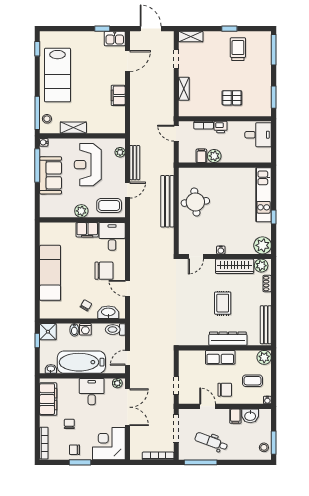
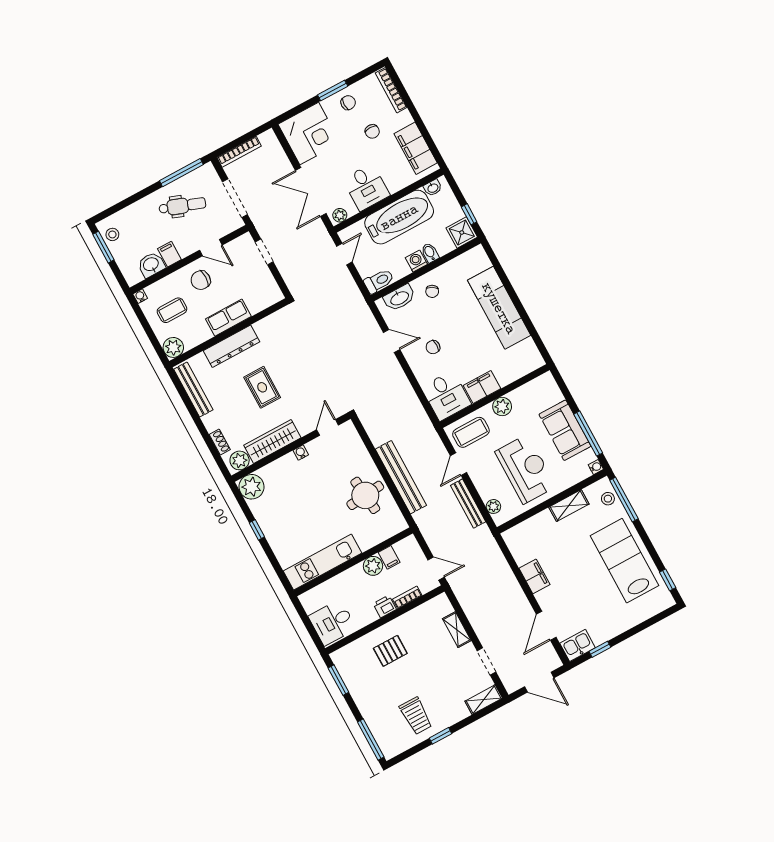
kitchen unit: (264, 195) -> (322, 562), moved, turned -90
chair: (104, 271) -> (433, 347), width x0.54, depth x0.54

